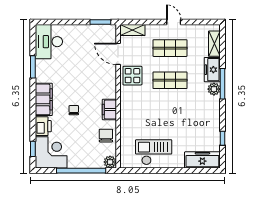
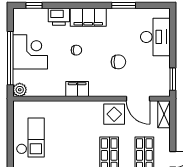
desk: (49, 42) -> (155, 37), moved, turned 90
door: (118, 54) -> (138, 99), swing flipped
chair: (106, 136) -> (118, 62), moved
corner desk: (51, 152) -> (30, 52), moved, turned -90

